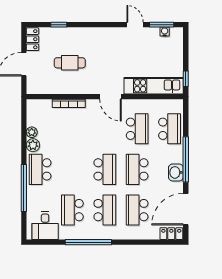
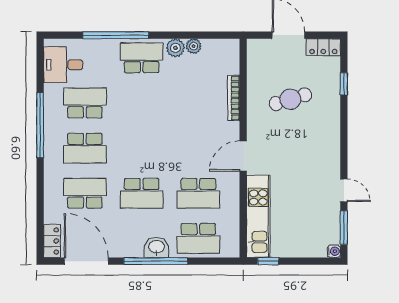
door: (135, 25) -> (344, 190), hinge flipped
water cooler: (165, 32) -> (334, 251), moved
cafe table: (70, 63) -> (290, 99), turned 73
school desk: (105, 169) -> (142, 148), removed
school desk: (137, 169) -> (142, 193), turned 180
washbasin: (176, 172) -> (156, 247), moved

